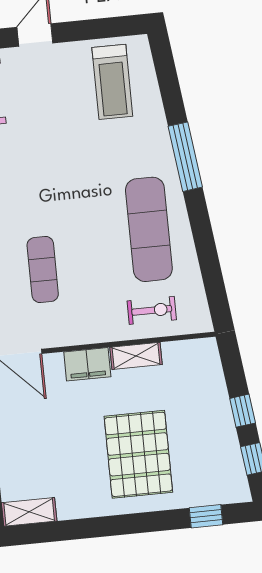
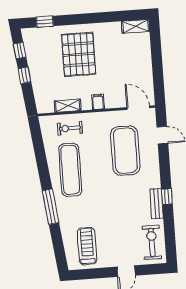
exercise mat: (43, 270) -> (125, 151), width x2.00, depth x1.45
shelving: (136, 356) -> (68, 106), moved
filing cabinet: (87, 364) -> (98, 102), width x0.50

